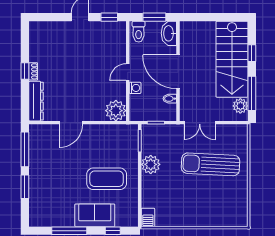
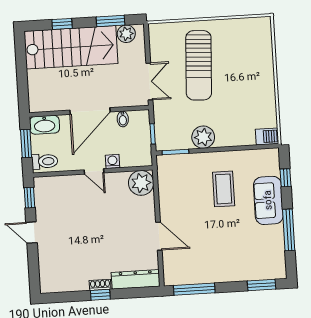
window: (252, 93) -> (111, 21), width x0.69
coffee table: (107, 179) -> (224, 189), width x0.73, depth x0.76
window: (25, 187) -> (261, 285), moved

